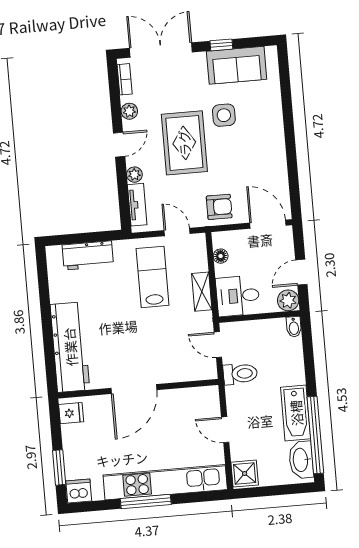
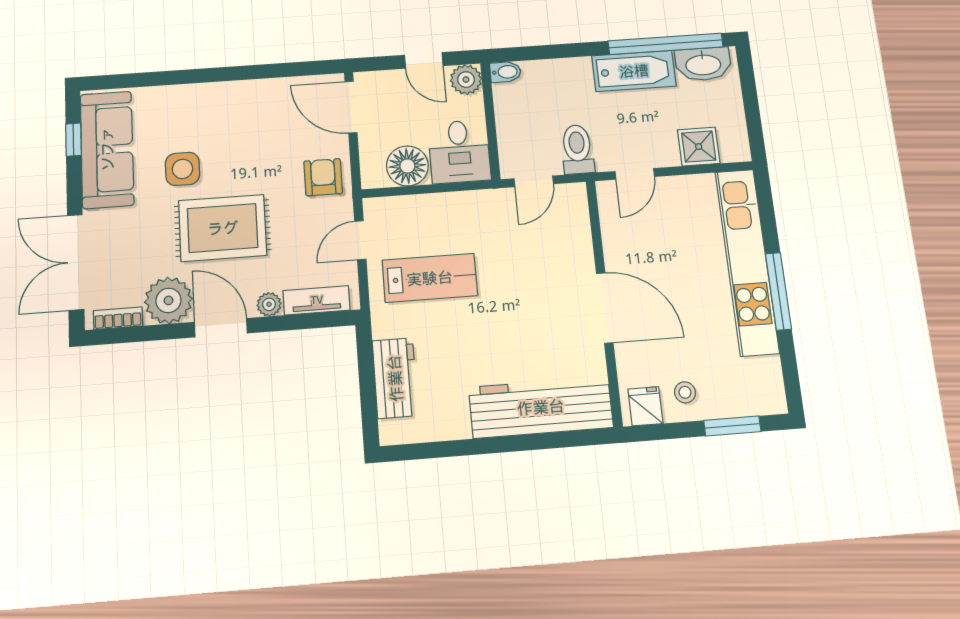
window: (221, 45) -> (73, 140), moved
sofa: (237, 65) -> (107, 149), width x1.36
plant: (129, 111) -> (168, 300), width x1.87, depth x1.87
door: (119, 145) -> (221, 328), width x1.38
door: (268, 224) -> (351, 107), hinge flipped
floor lamp: (221, 256) -> (407, 166), width x1.89, depth x1.89
lab bench: (153, 277) -> (430, 278), turned 180
shelving: (202, 292) -> (453, 204), removed
door: (225, 430) -> (635, 174), moved
stool: (80, 438) -> (685, 392), added
shower: (245, 474) -> (699, 147), moved
dishwasher: (79, 491) -> (768, 395), removed

